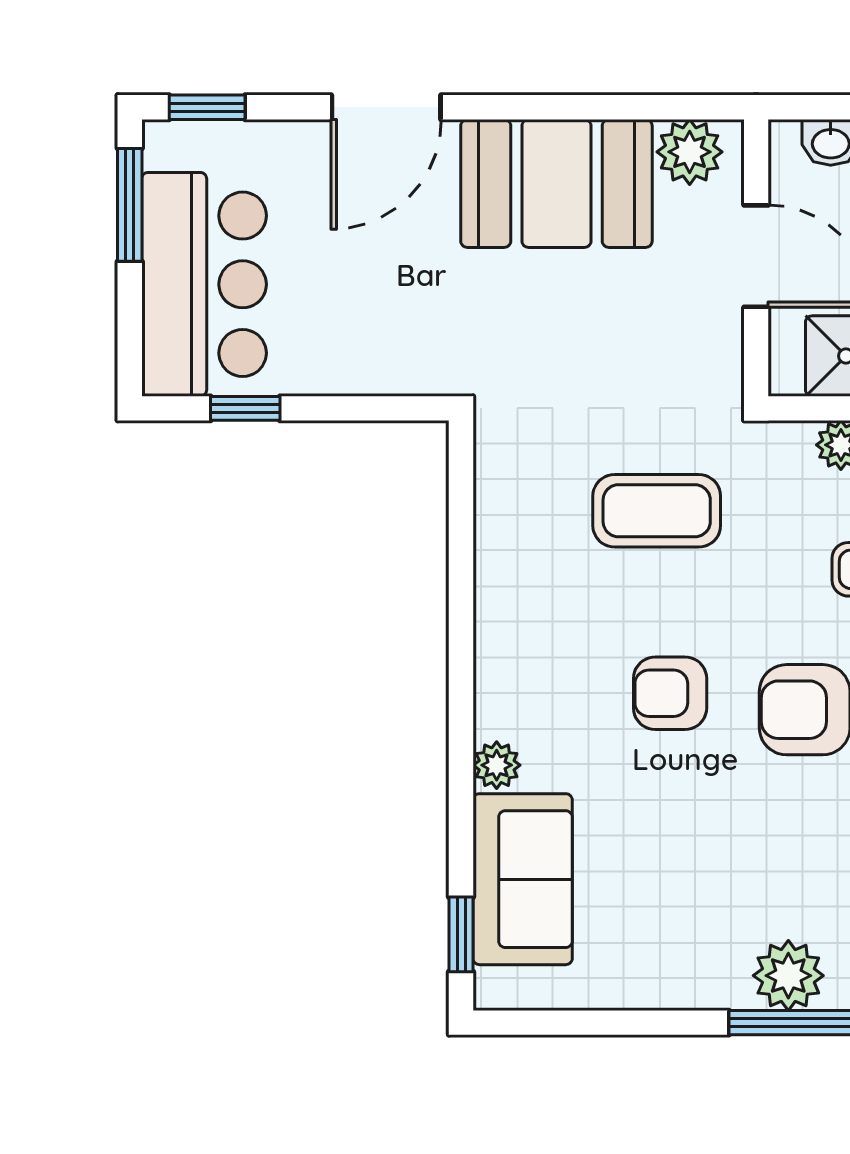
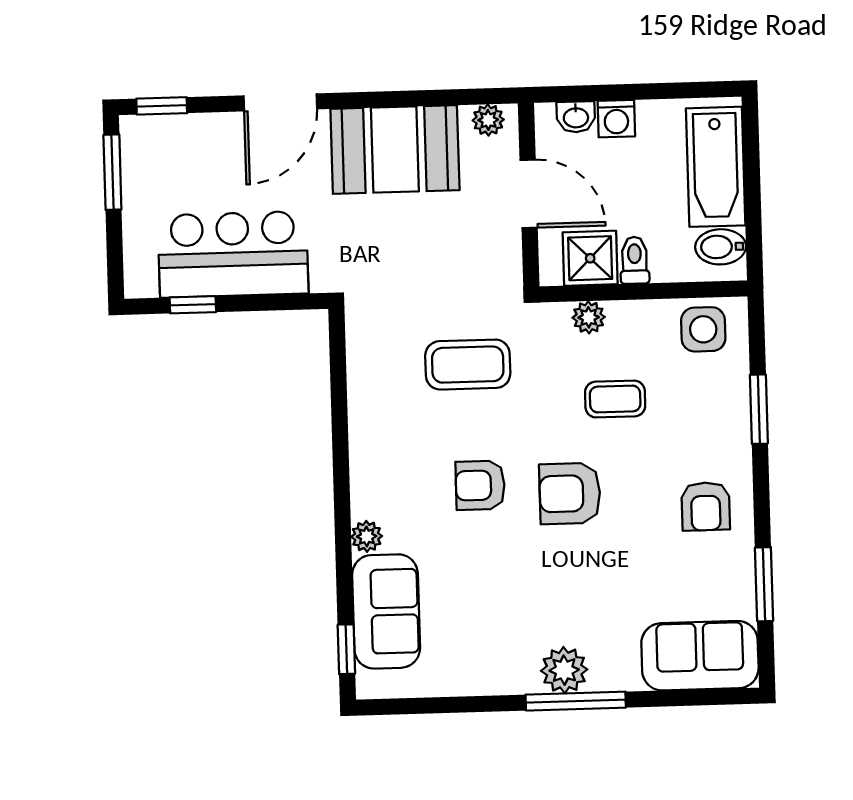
plant: (690, 152) -> (488, 120), width x0.73, depth x0.73
bar counter: (204, 284) -> (233, 254), moved, turned -90

